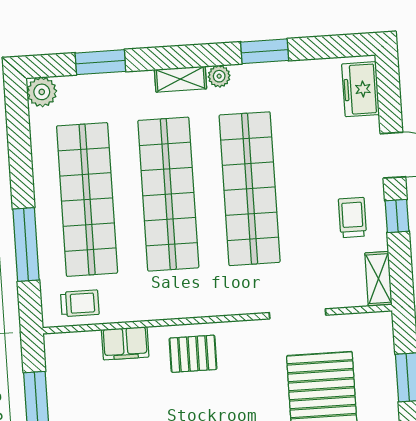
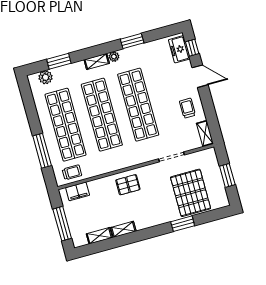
plant: (42, 92) -> (46, 77), moved
window: (397, 216) -> (192, 48), moved
filing cabinet: (125, 343) -> (78, 191), moved

